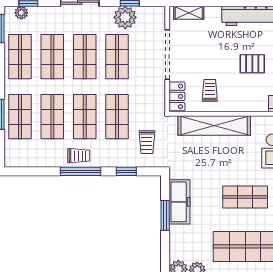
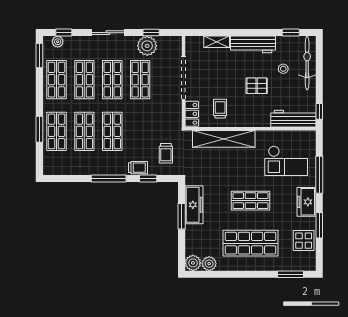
shelving: (189, 13) -> (217, 42), moved
shop shelf: (117, 117) -> (140, 131), removed
trolley: (79, 156) -> (138, 168), moved

